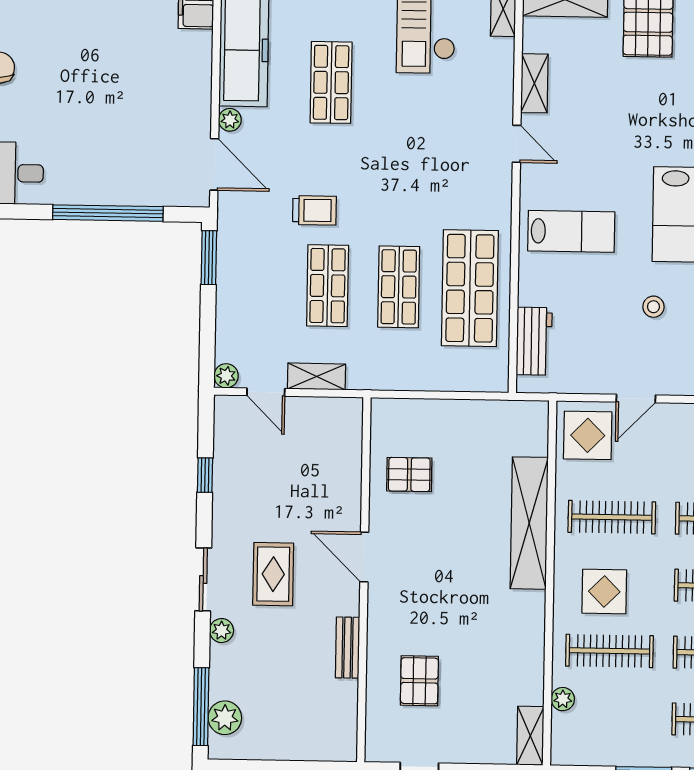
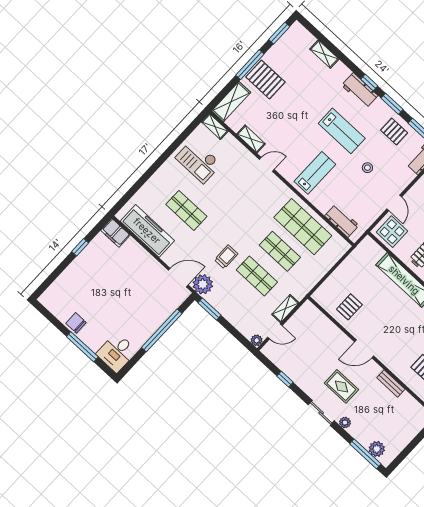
plant: (230, 120) -> (203, 284), moved, width x1.88, depth x1.88

